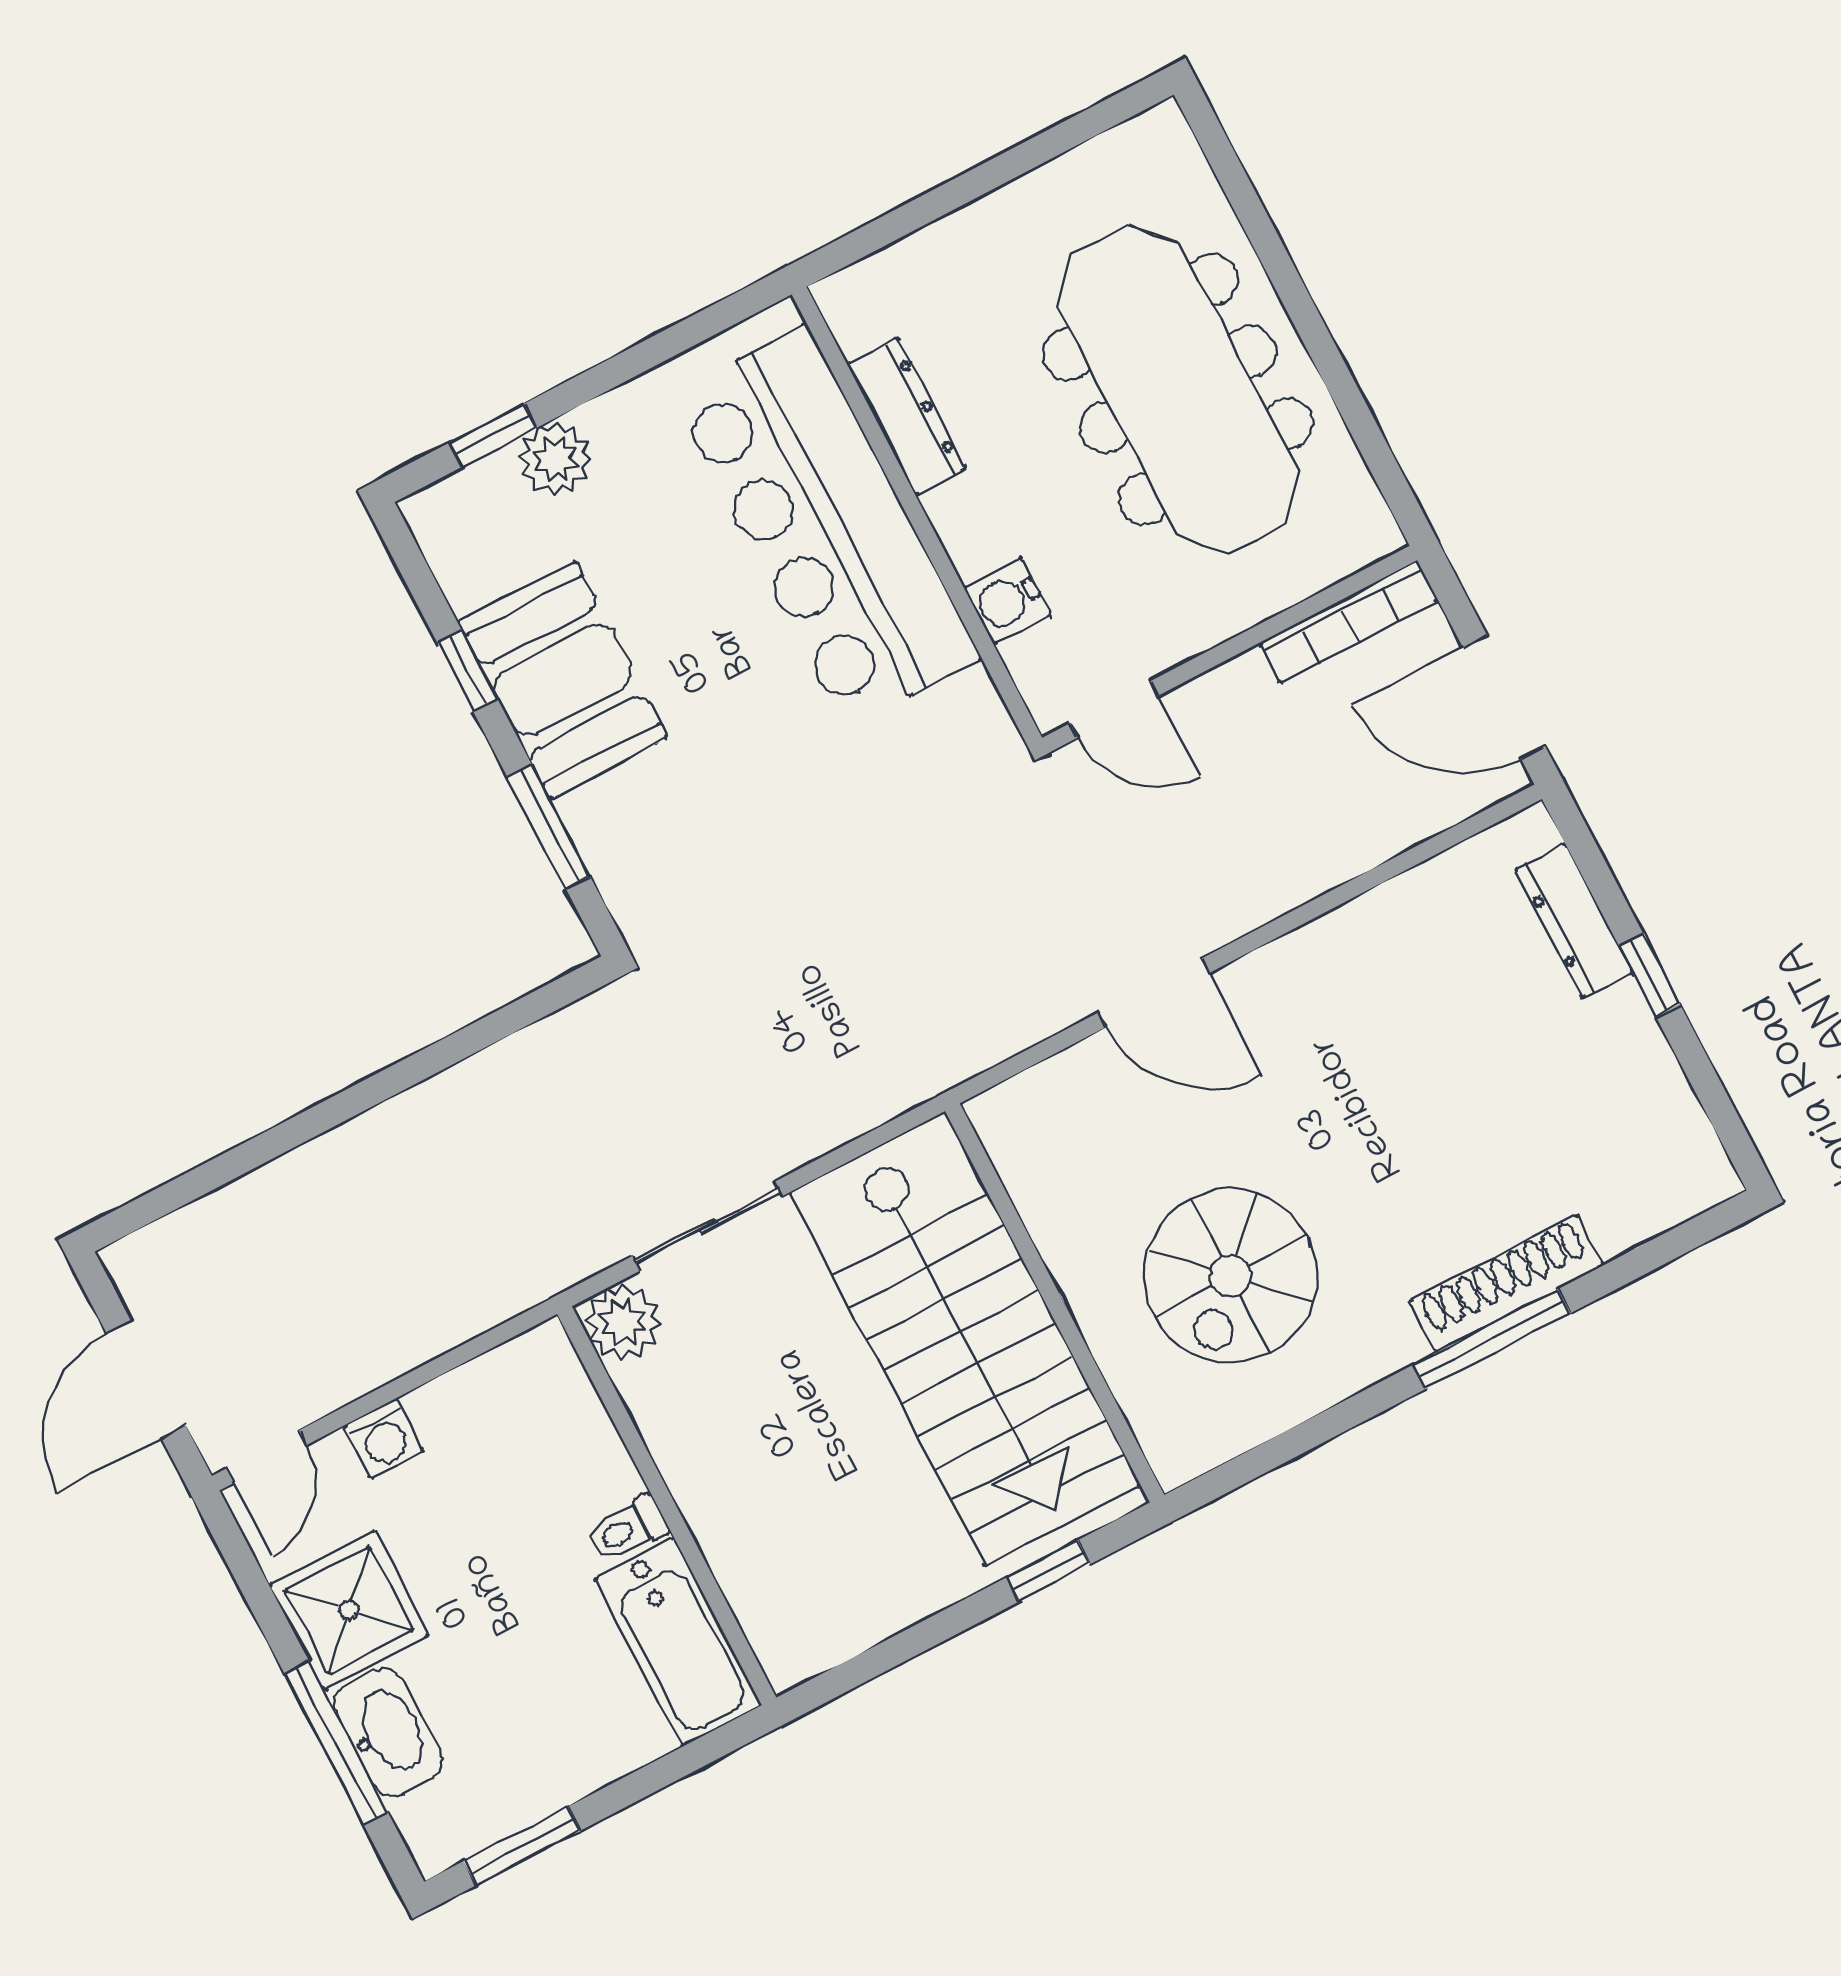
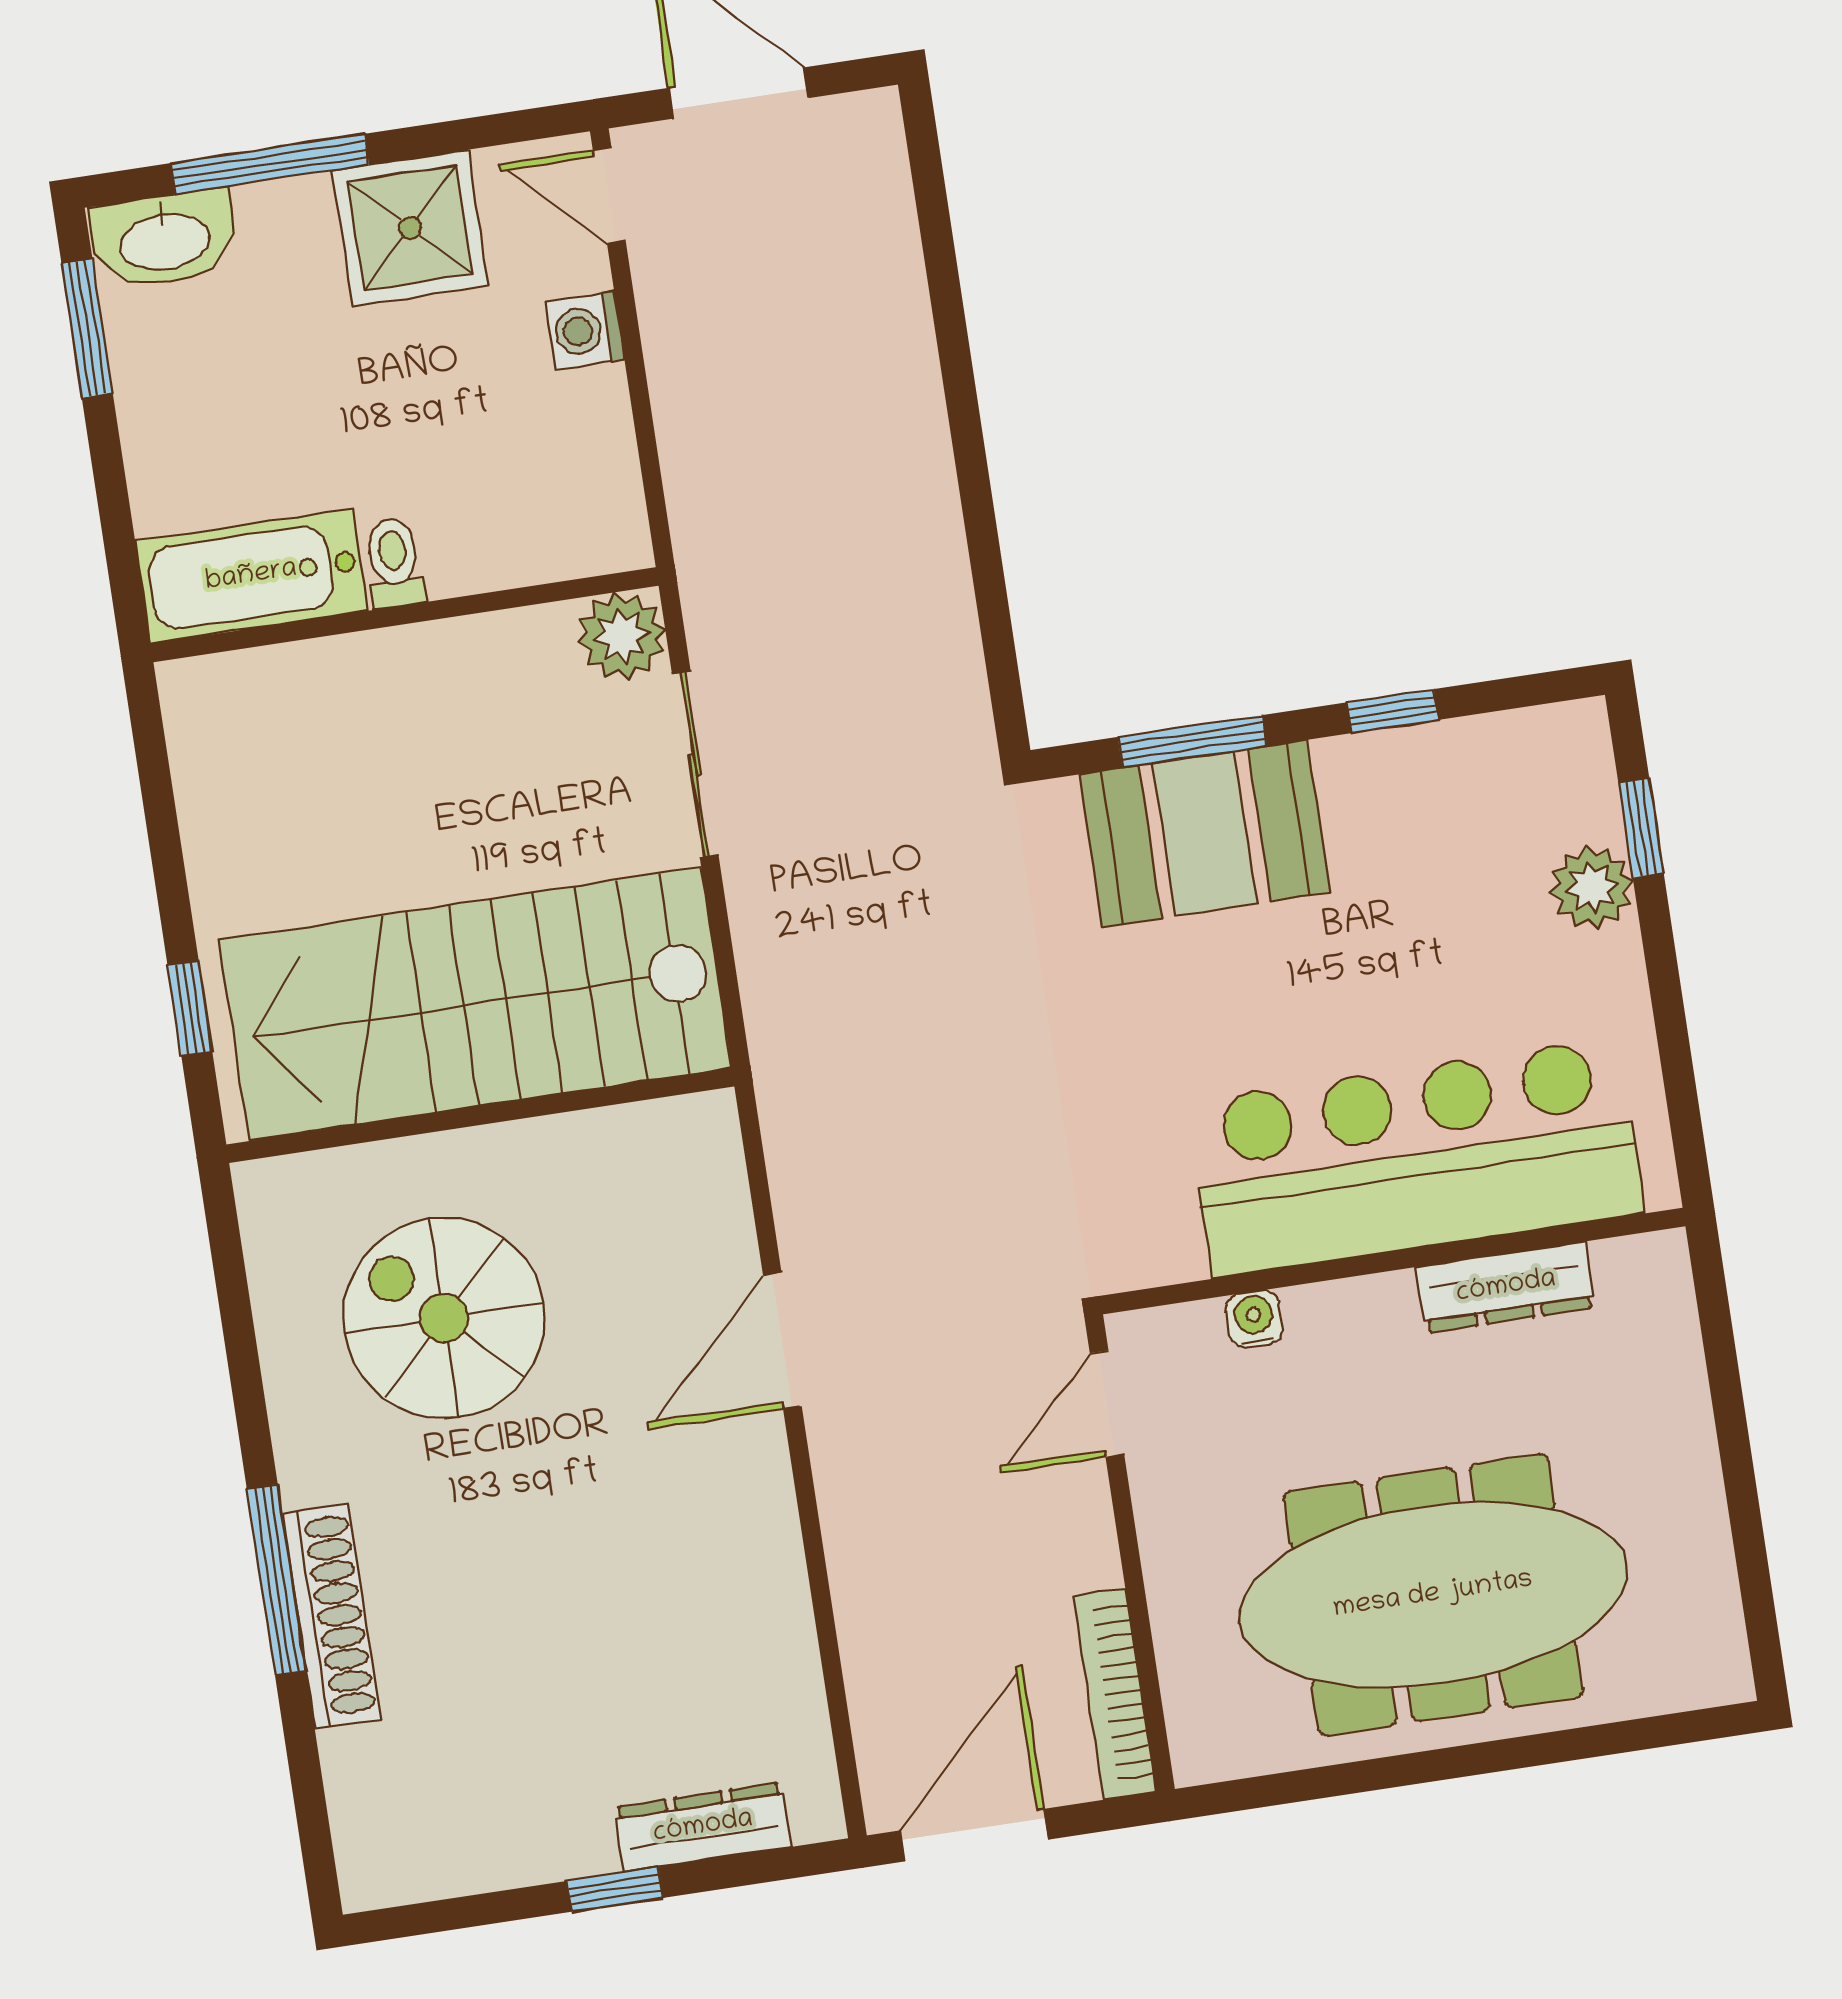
water cooler: (1007, 601) -> (1254, 1319), width x0.72, depth x0.72
booth: (563, 680) -> (1205, 833), moved
washbasin: (388, 1732) -> (164, 239), moved

